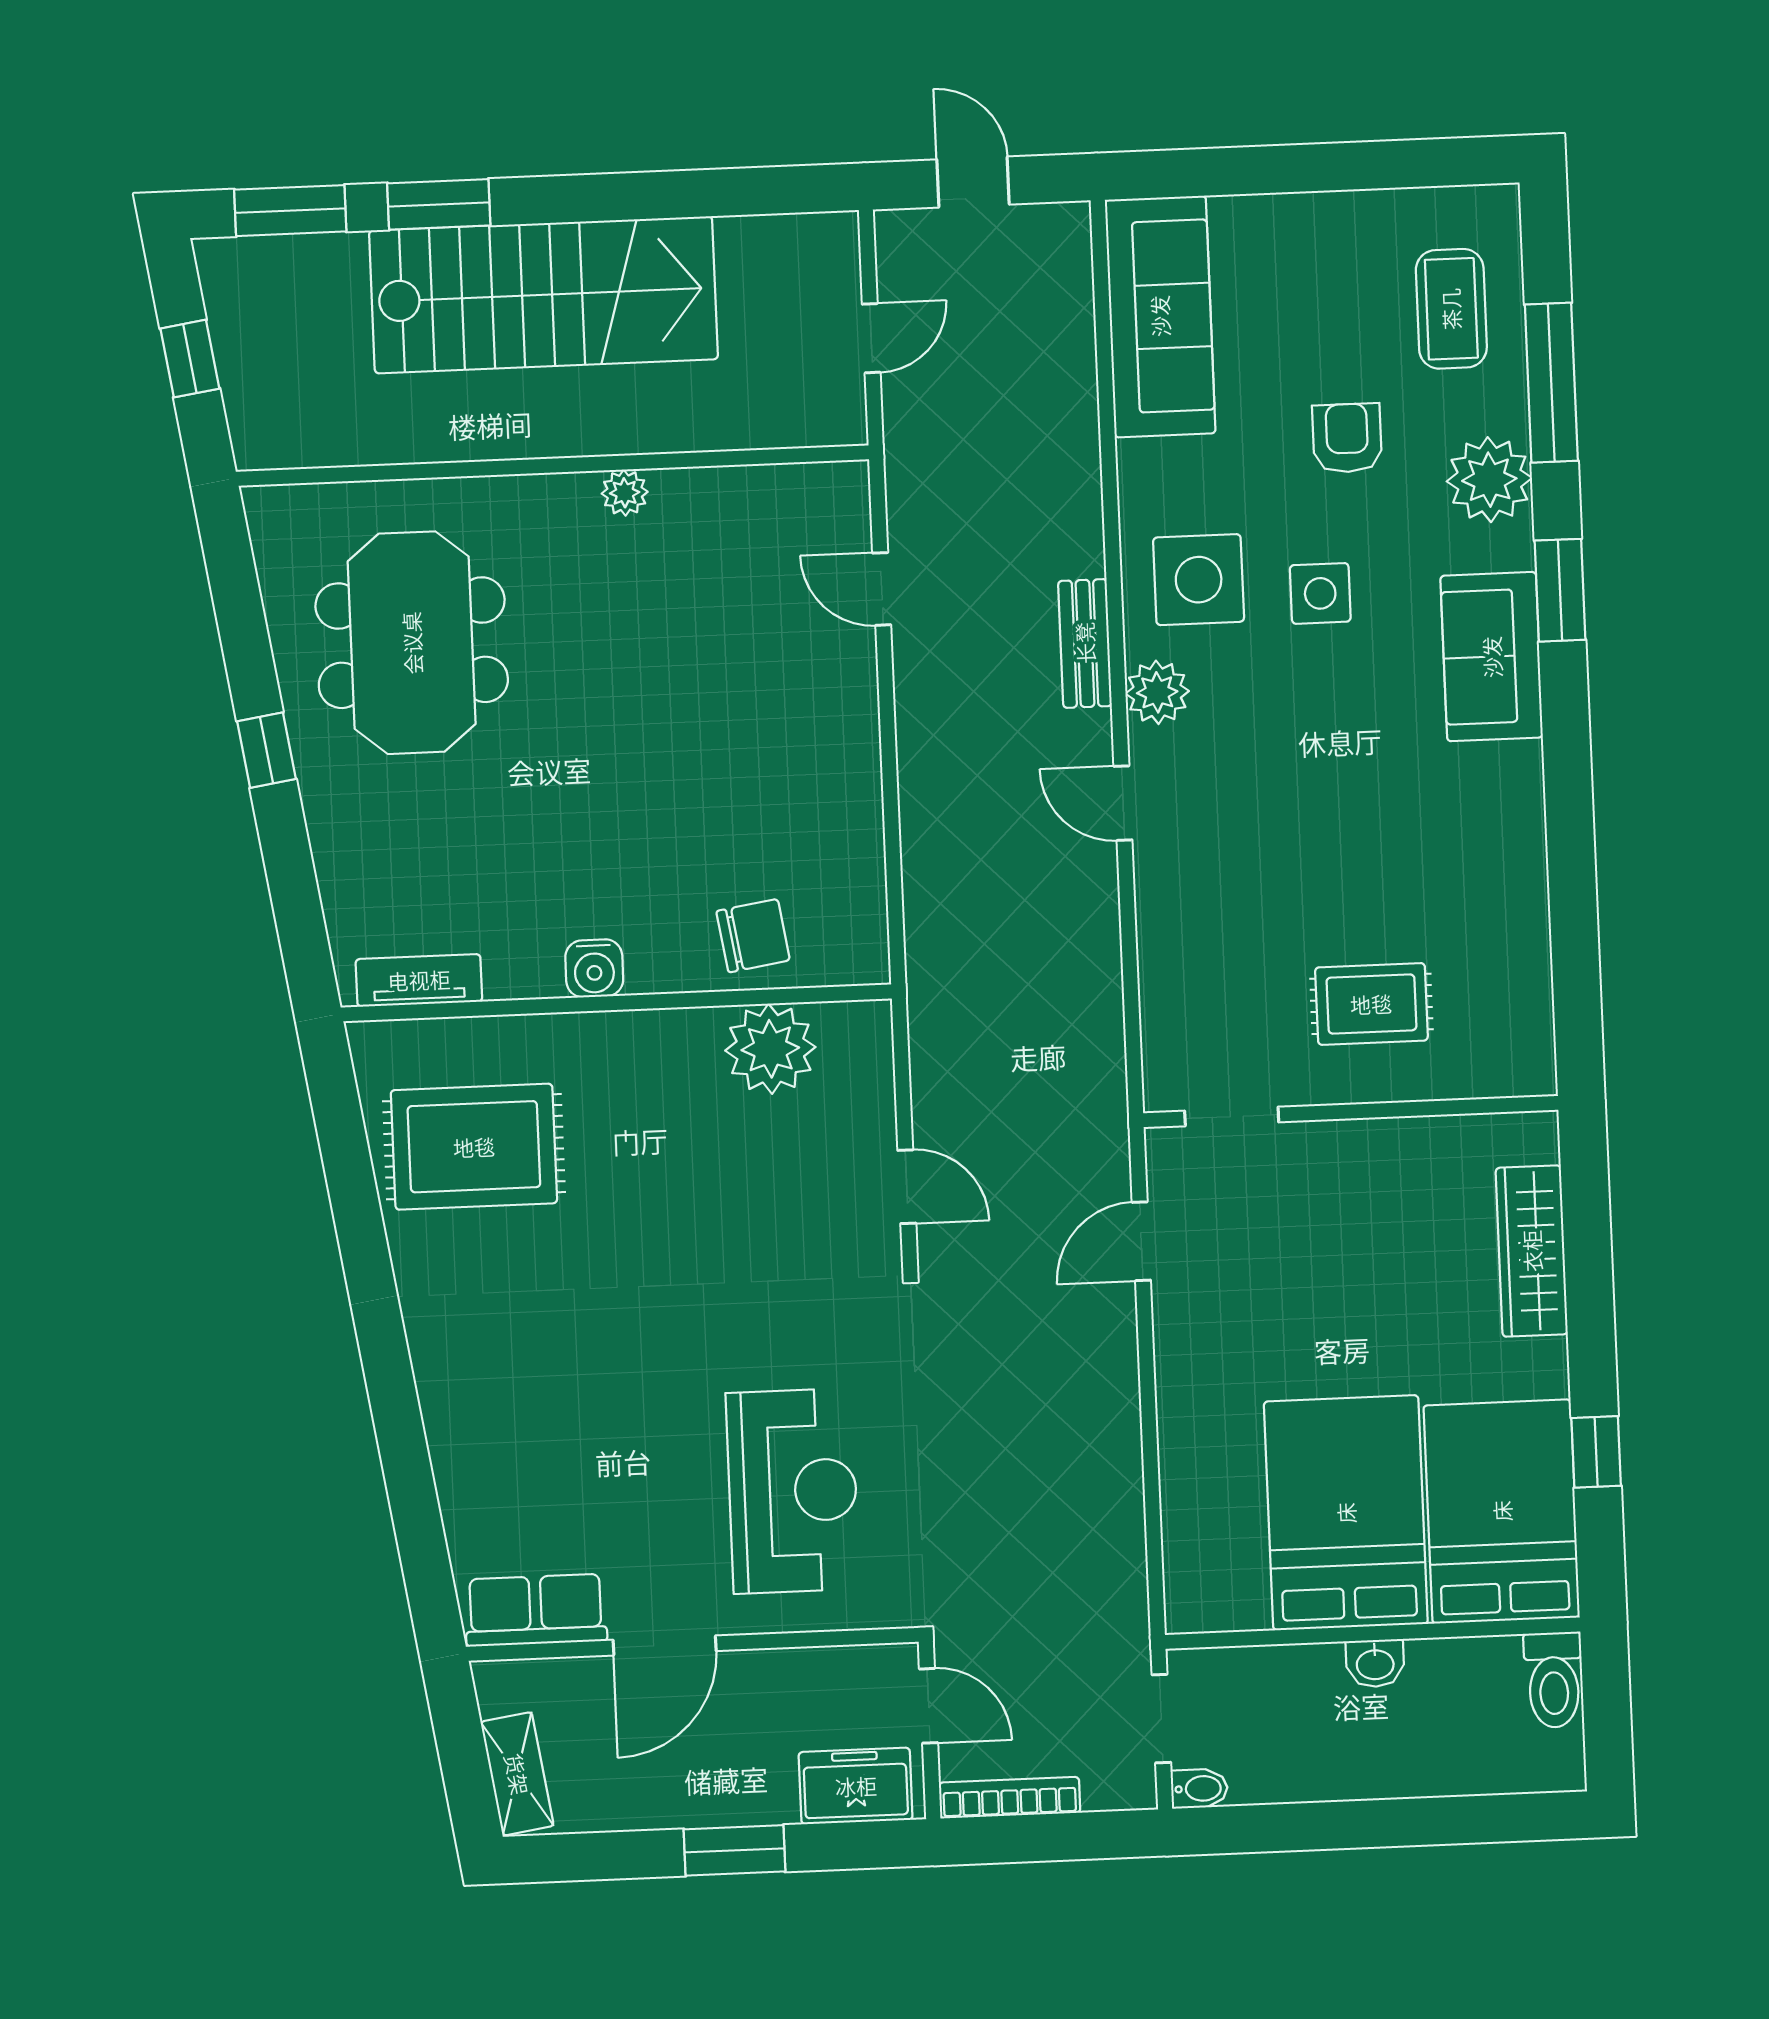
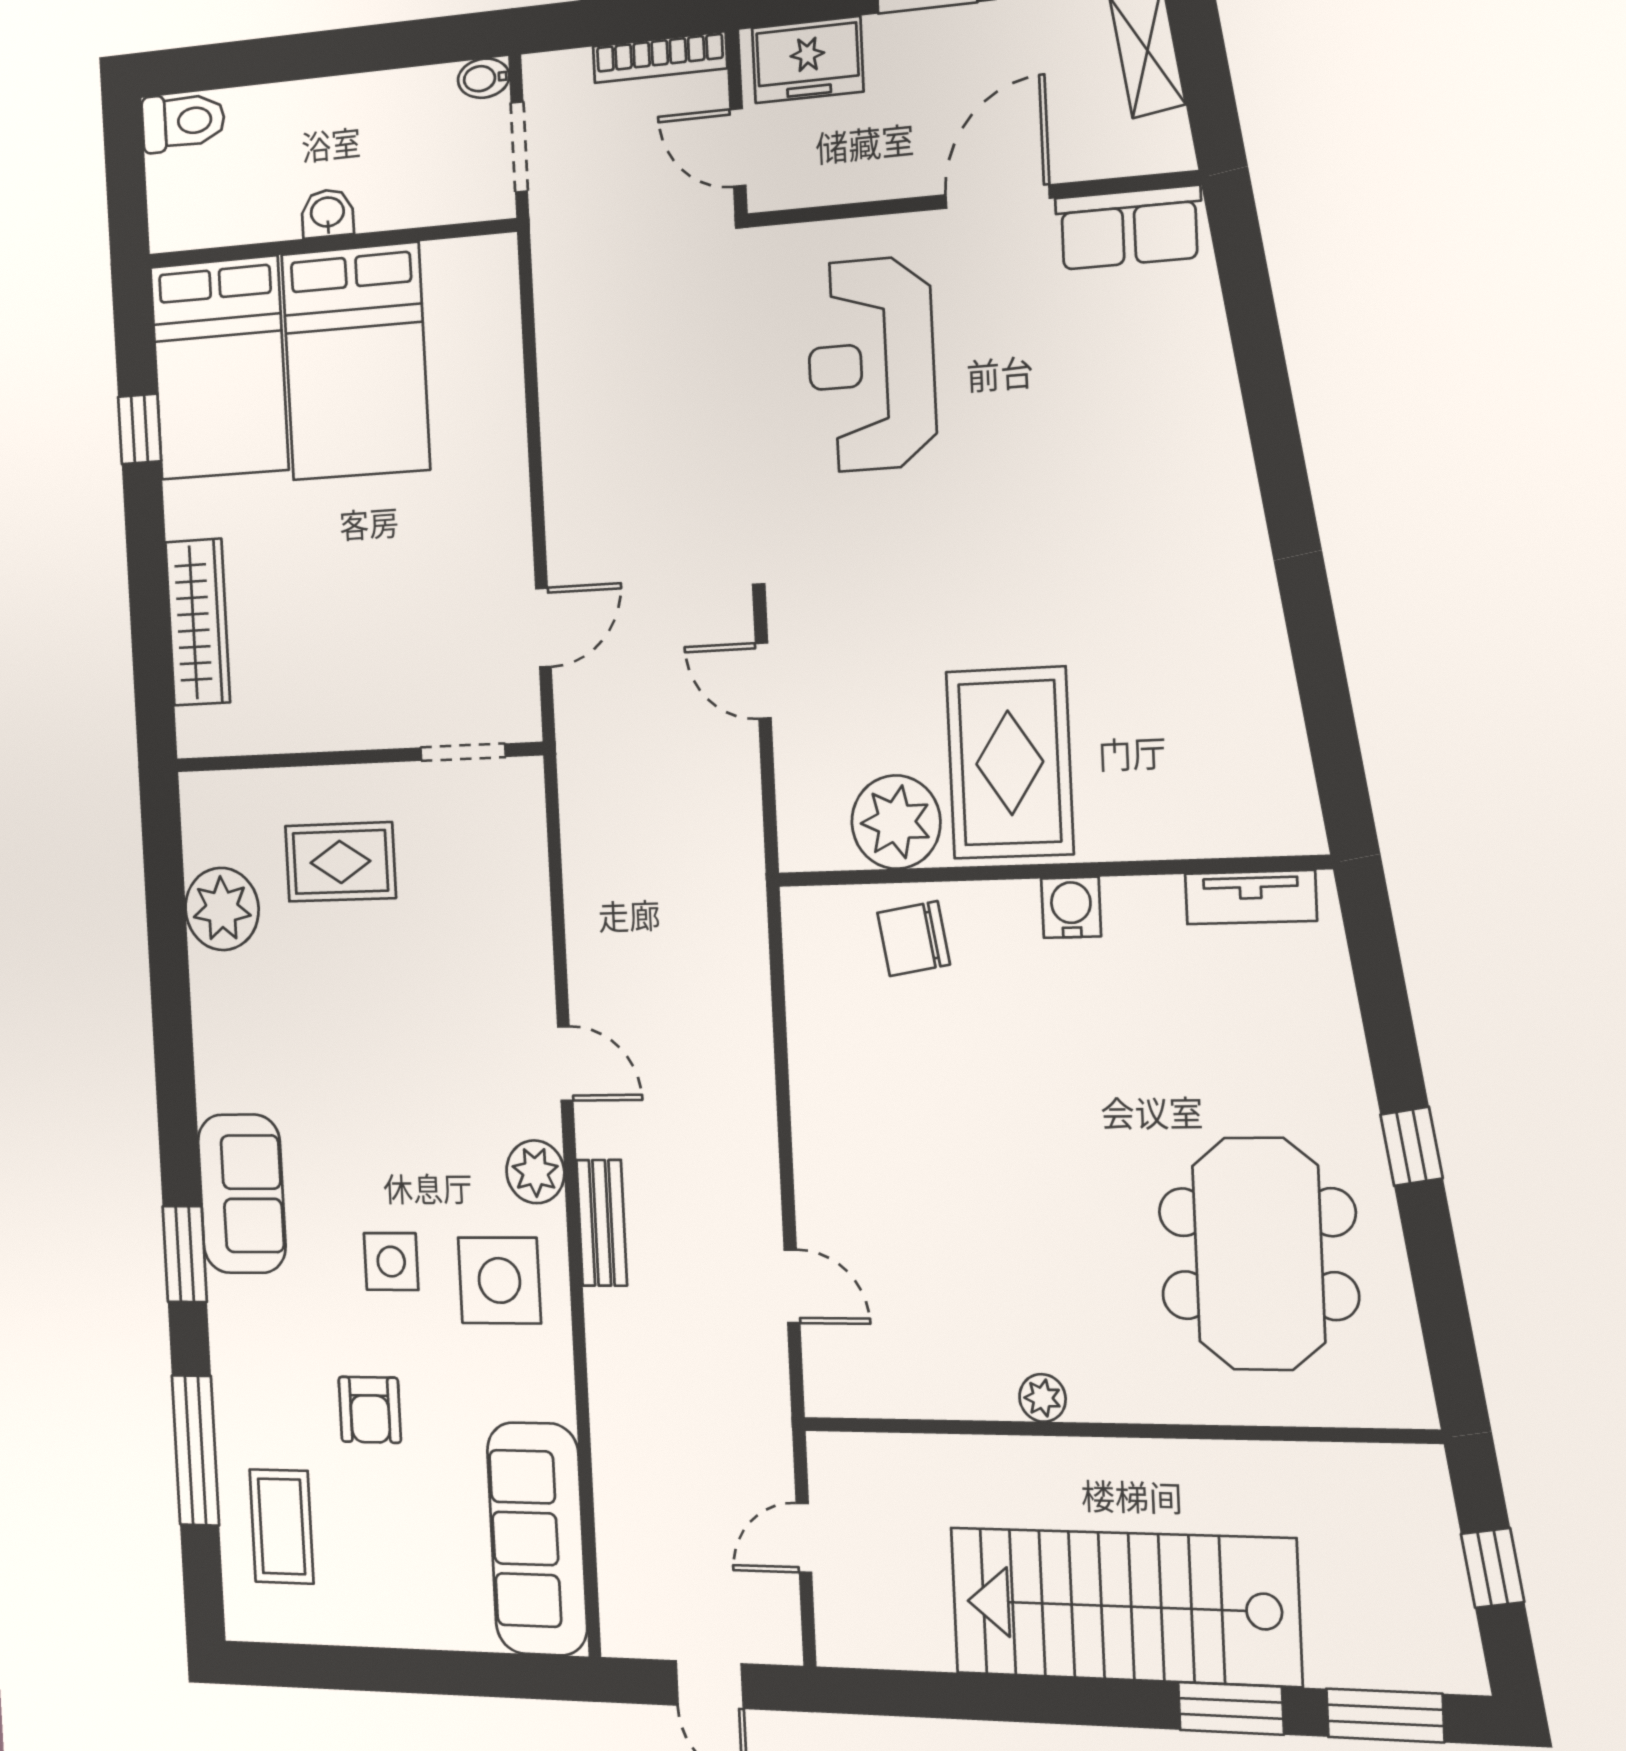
plant: (1489, 480) -> (222, 909), moved
rug: (474, 1147) -> (1010, 763), moved, turned 90
toilet: (1554, 1680) -> (183, 122), moved, turned 90

